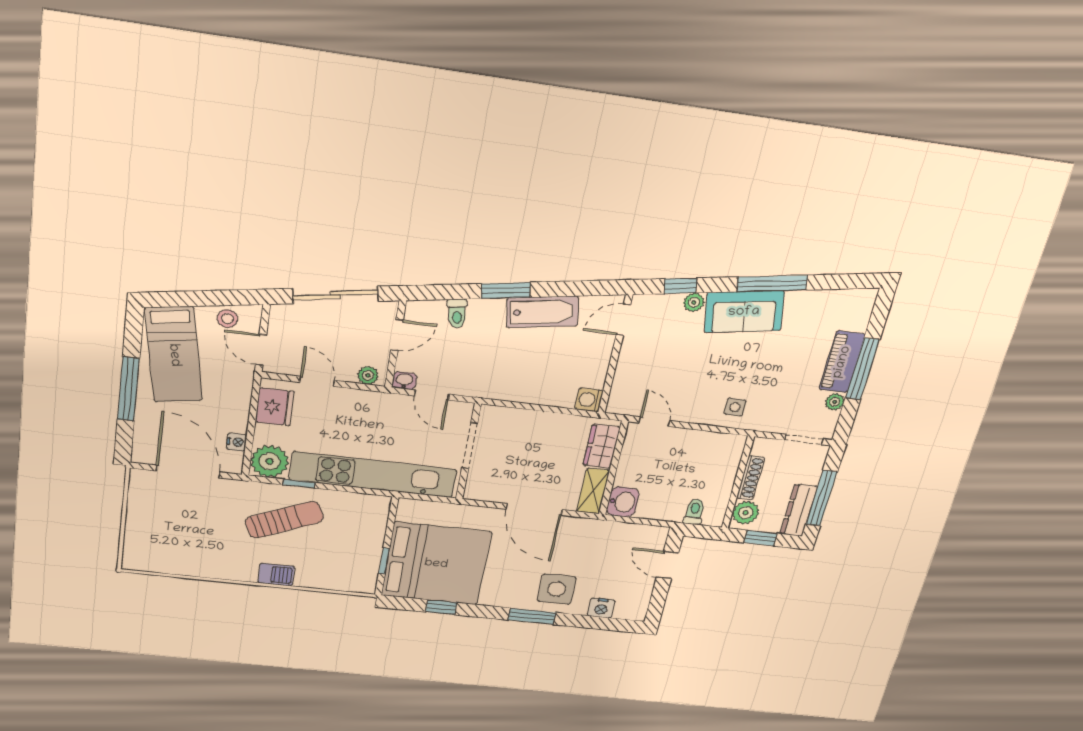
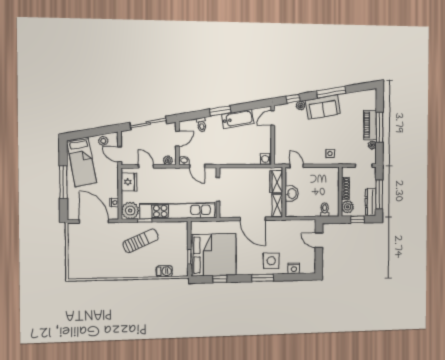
washbasin: (623, 502) -> (292, 194), moved
barbecue: (276, 575) -> (164, 271), moved

